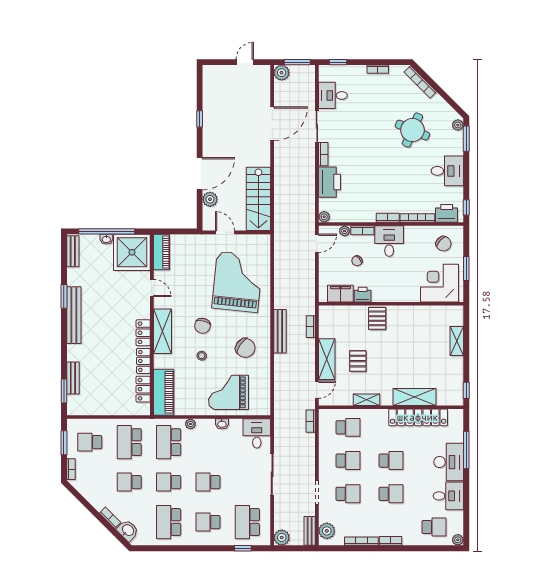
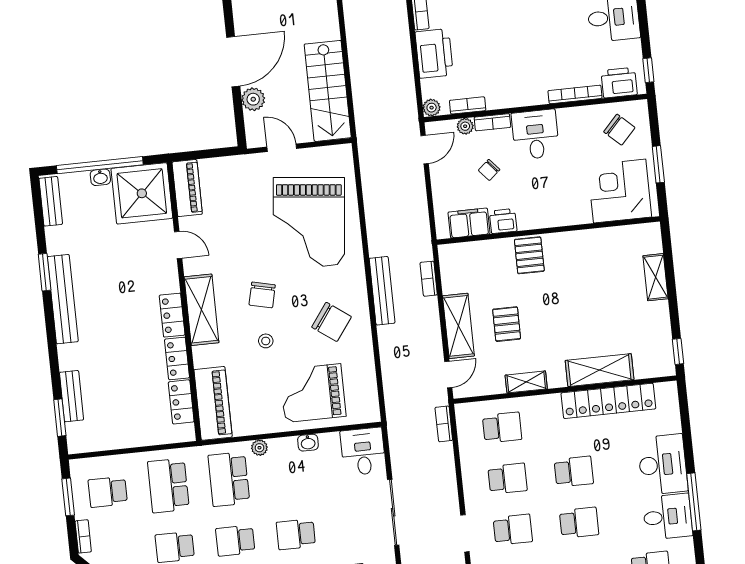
bookcase: (388, 218) -> (468, 105), moved
grand piano: (237, 282) -> (309, 222), turned 180
window: (466, 450) -> (694, 502), moved

